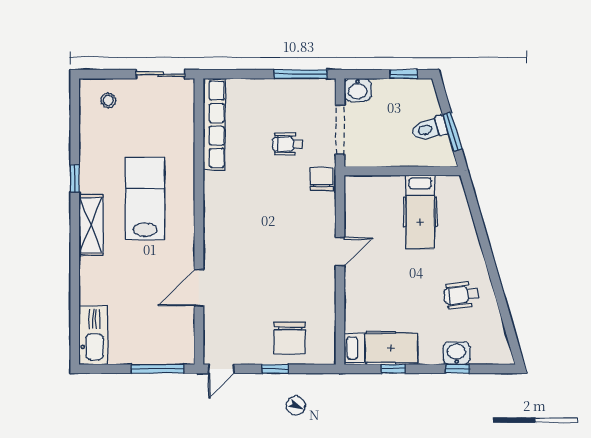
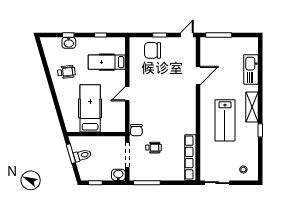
hospital bed: (420, 212) -> (90, 108), width x1.37, depth x1.29
kitchen sink: (93, 335) -> (251, 70), moved
chair: (290, 338) -> (153, 50), turned -90
hospital bed: (381, 348) -> (107, 62), moved

